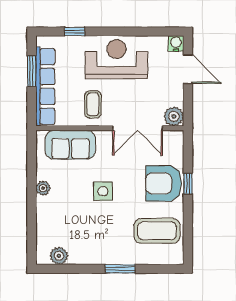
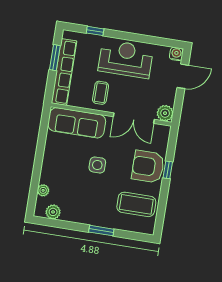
door: (188, 69) -> (183, 76), hinge flipped
sofa: (70, 145) -> (77, 123), width x1.36
plant: (43, 188) -> (43, 190), moved

